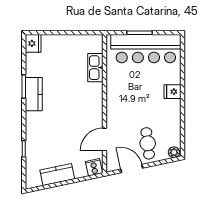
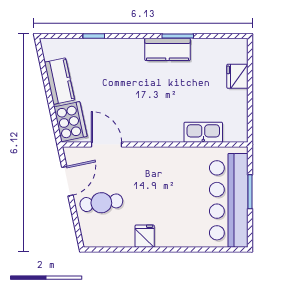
fridge: (33, 43) -> (237, 76), moved, turned 90
fridge: (172, 92) -> (145, 236), moved
plant: (174, 152) -> (89, 238), removed
cooker: (94, 167) -> (70, 122), width x1.87, depth x1.31

